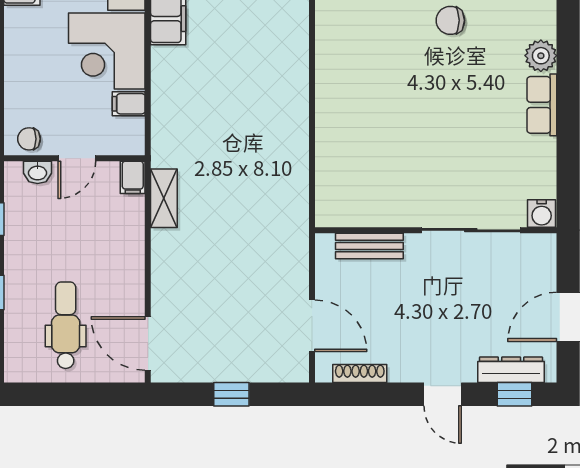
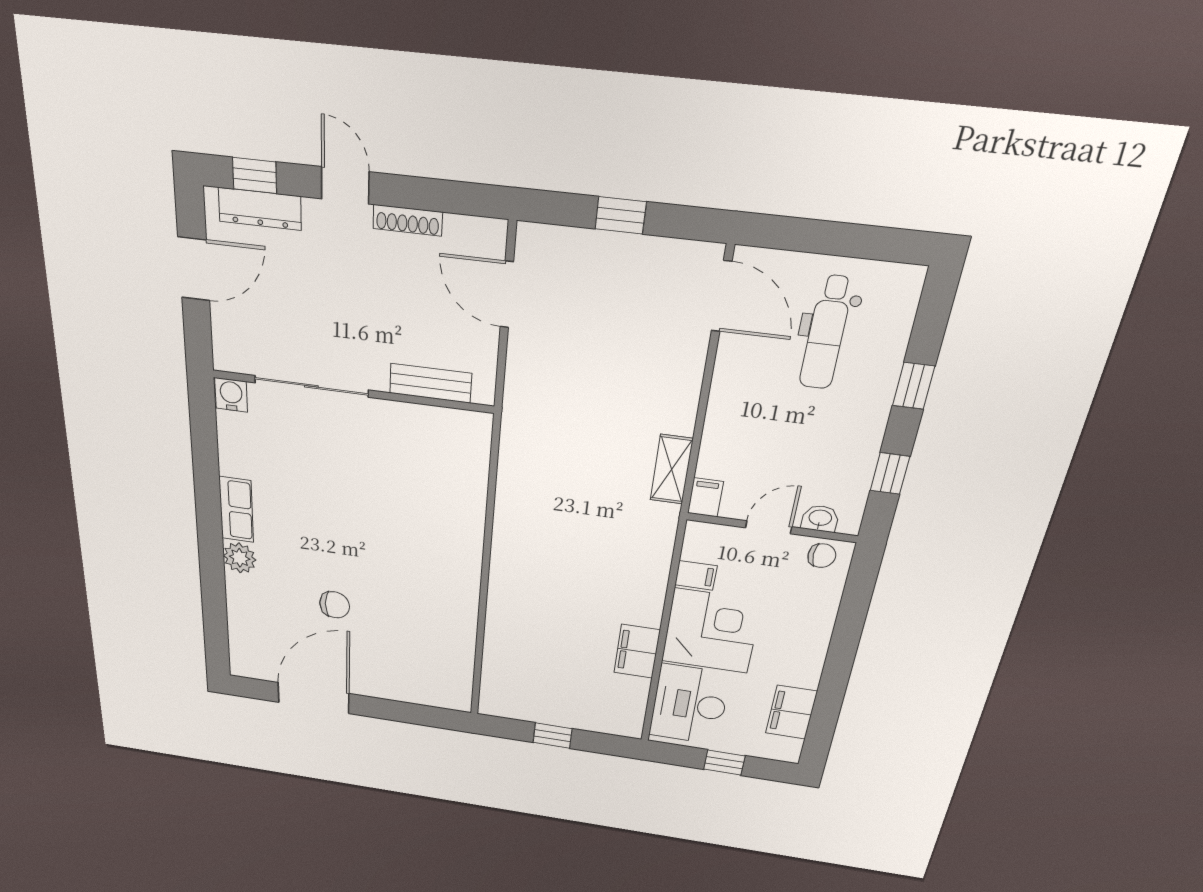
shoe rack: (360, 374) -> (408, 220), moved

